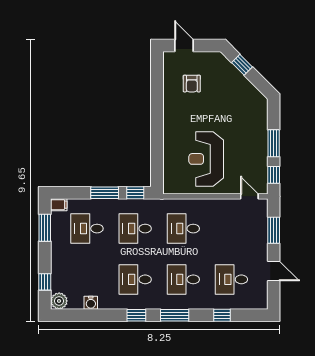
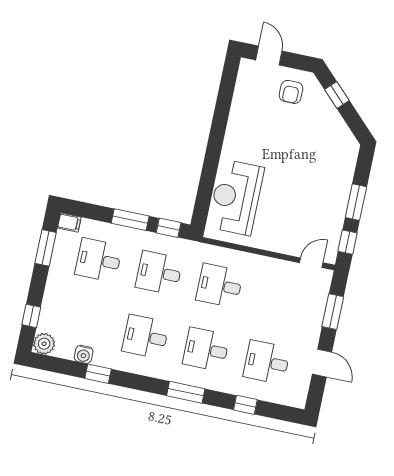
armchair: (192, 84) -> (291, 92), moved
reception desk: (206, 159) -> (236, 197), moved
door: (249, 196) -> (311, 263), hinge flipped
window: (136, 315) -> (98, 374), moved

